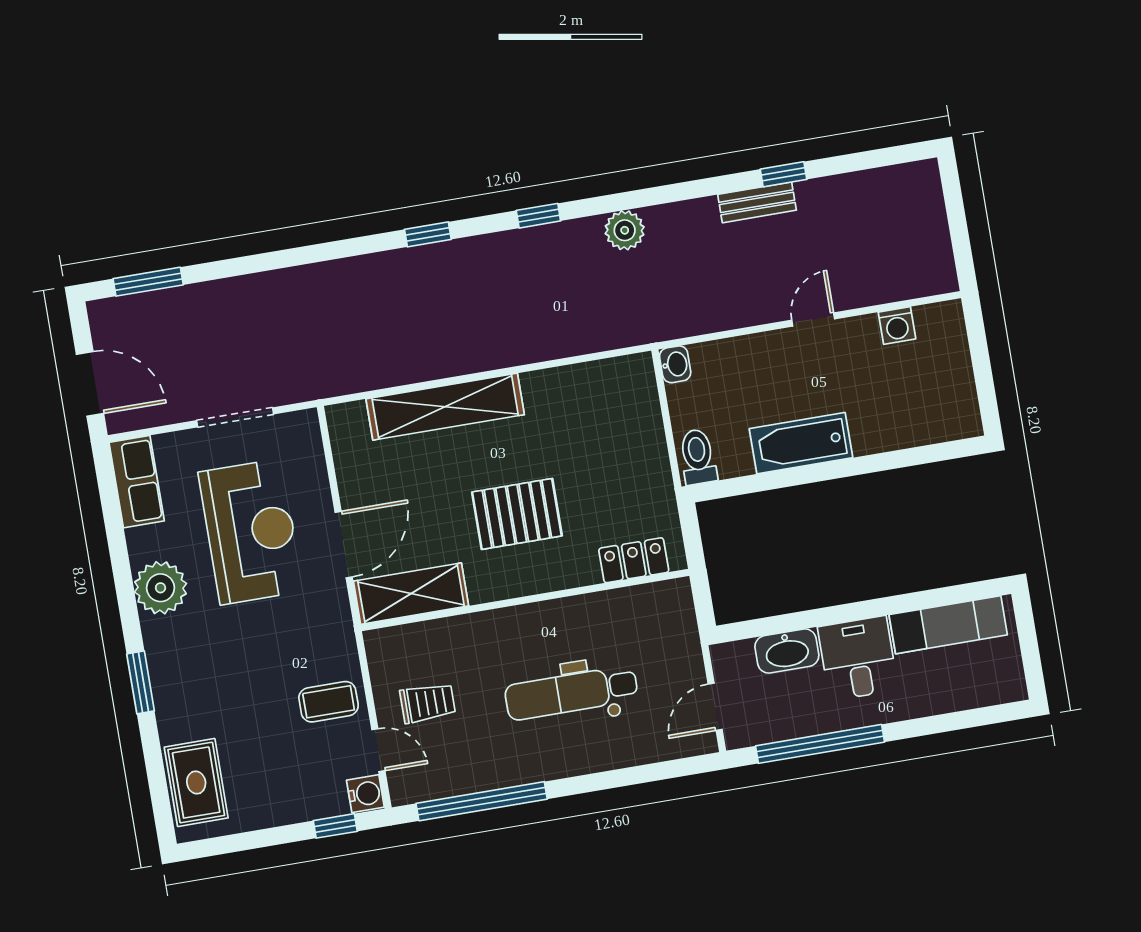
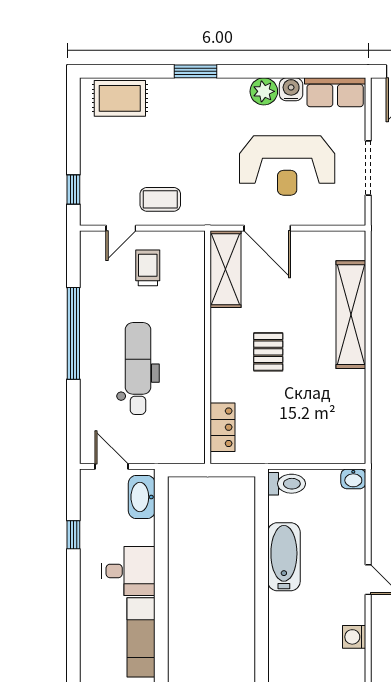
pallet: (517, 514) -> (268, 352), width x0.67, depth x0.71
plant: (160, 588) -> (264, 91), width x0.73, depth x0.73
washbasin: (787, 651) -> (142, 497), moved
coffee table: (329, 702) -> (160, 199), turned 90
trolley: (428, 703) -> (148, 268), turned 180
window: (820, 744) -> (73, 535), width x0.32
water cooler: (365, 794) -> (291, 89), moved, turned 180
window: (482, 801) -> (73, 333), moved

